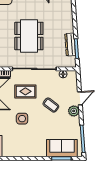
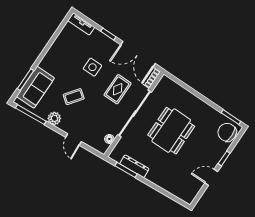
dining table: (29, 36) -> (171, 131), turned 90
coffee table: (51, 105) -> (74, 97), moved
plant: (74, 111) -> (54, 118), moved

